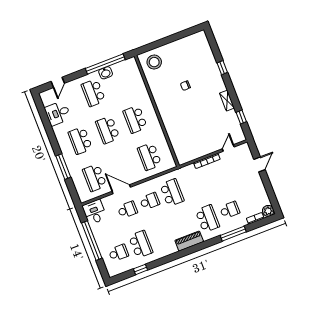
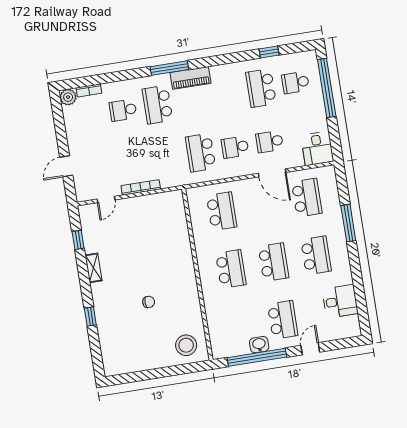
door: (58, 82) -> (310, 349), moved
window: (233, 234) -> (169, 68), moved
window: (92, 241) -> (327, 88), moved

